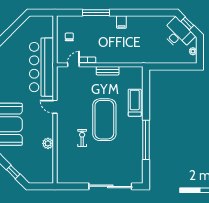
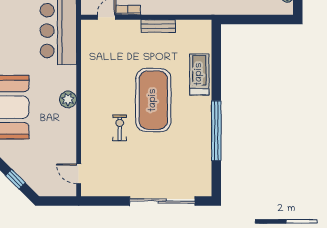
door: (55, 107) -> (79, 174), moved
plant: (48, 143) -> (68, 99), moved

